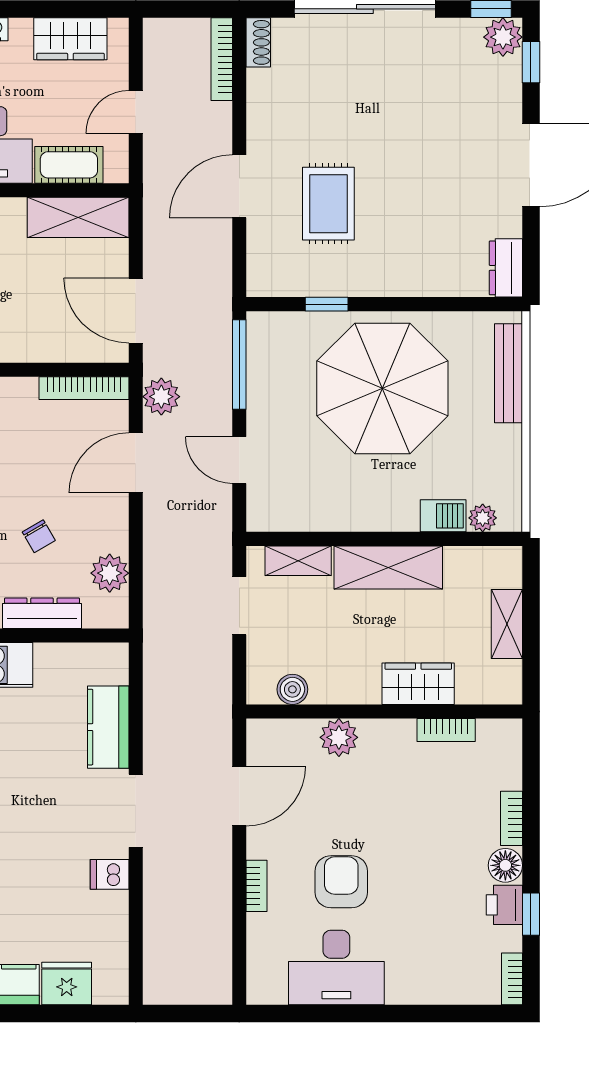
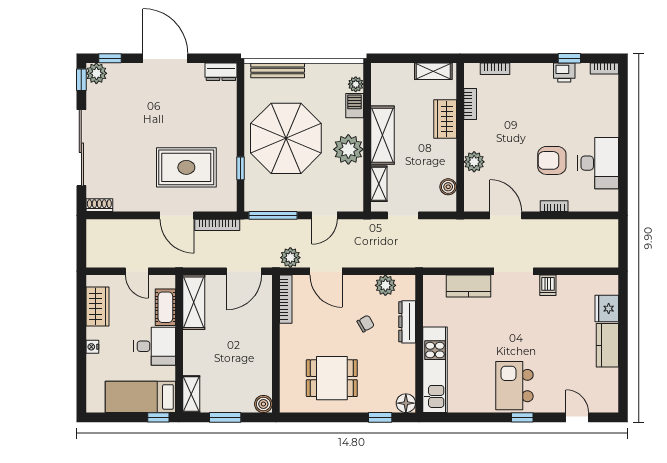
bookcase: (222, 59) -> (217, 225), moved
rug: (328, 204) -> (186, 167), width x1.36, depth x1.43
plant: (362, 504) -> (348, 149), added
shelving: (507, 624) -> (433, 71), moved
bookcase: (511, 818) -> (495, 69), moved
floor lamp: (505, 865) -> (543, 72), removed

